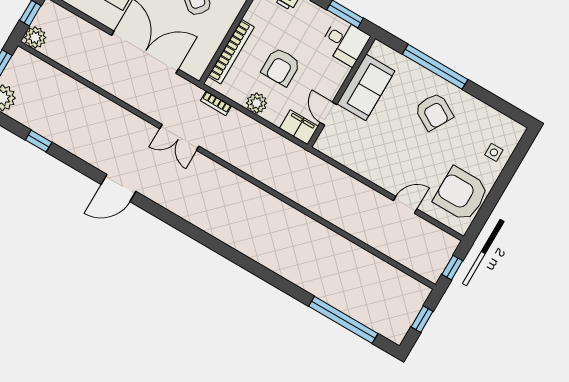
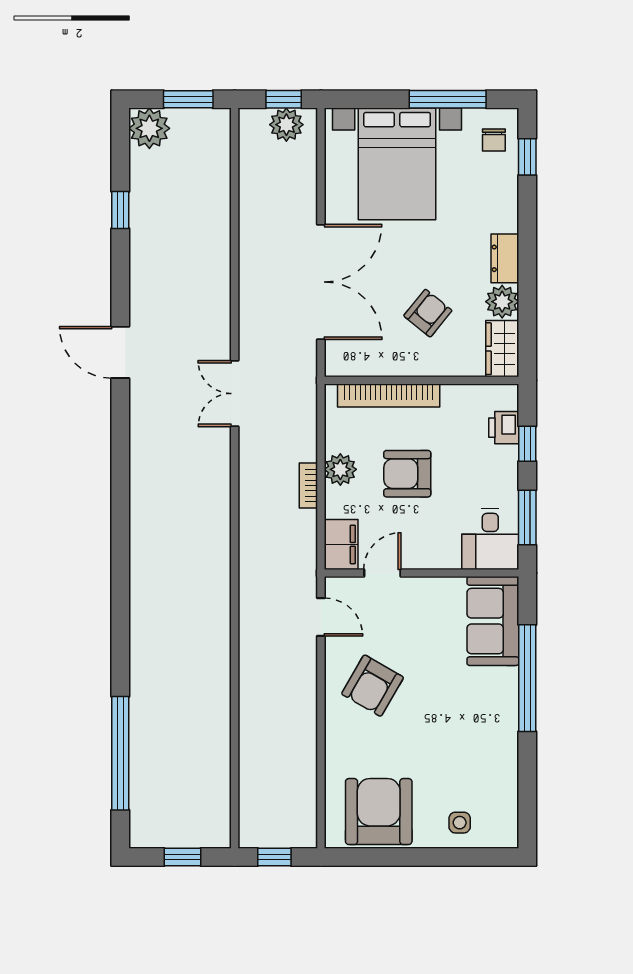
plant: (35, 38) -> (286, 125), moved
sofa: (366, 87) -> (493, 621), moved, turned 90
bookcase: (216, 103) -> (308, 486), moved
armchair: (434, 112) -> (373, 686), moved
door: (405, 205) -> (321, 617), moved

